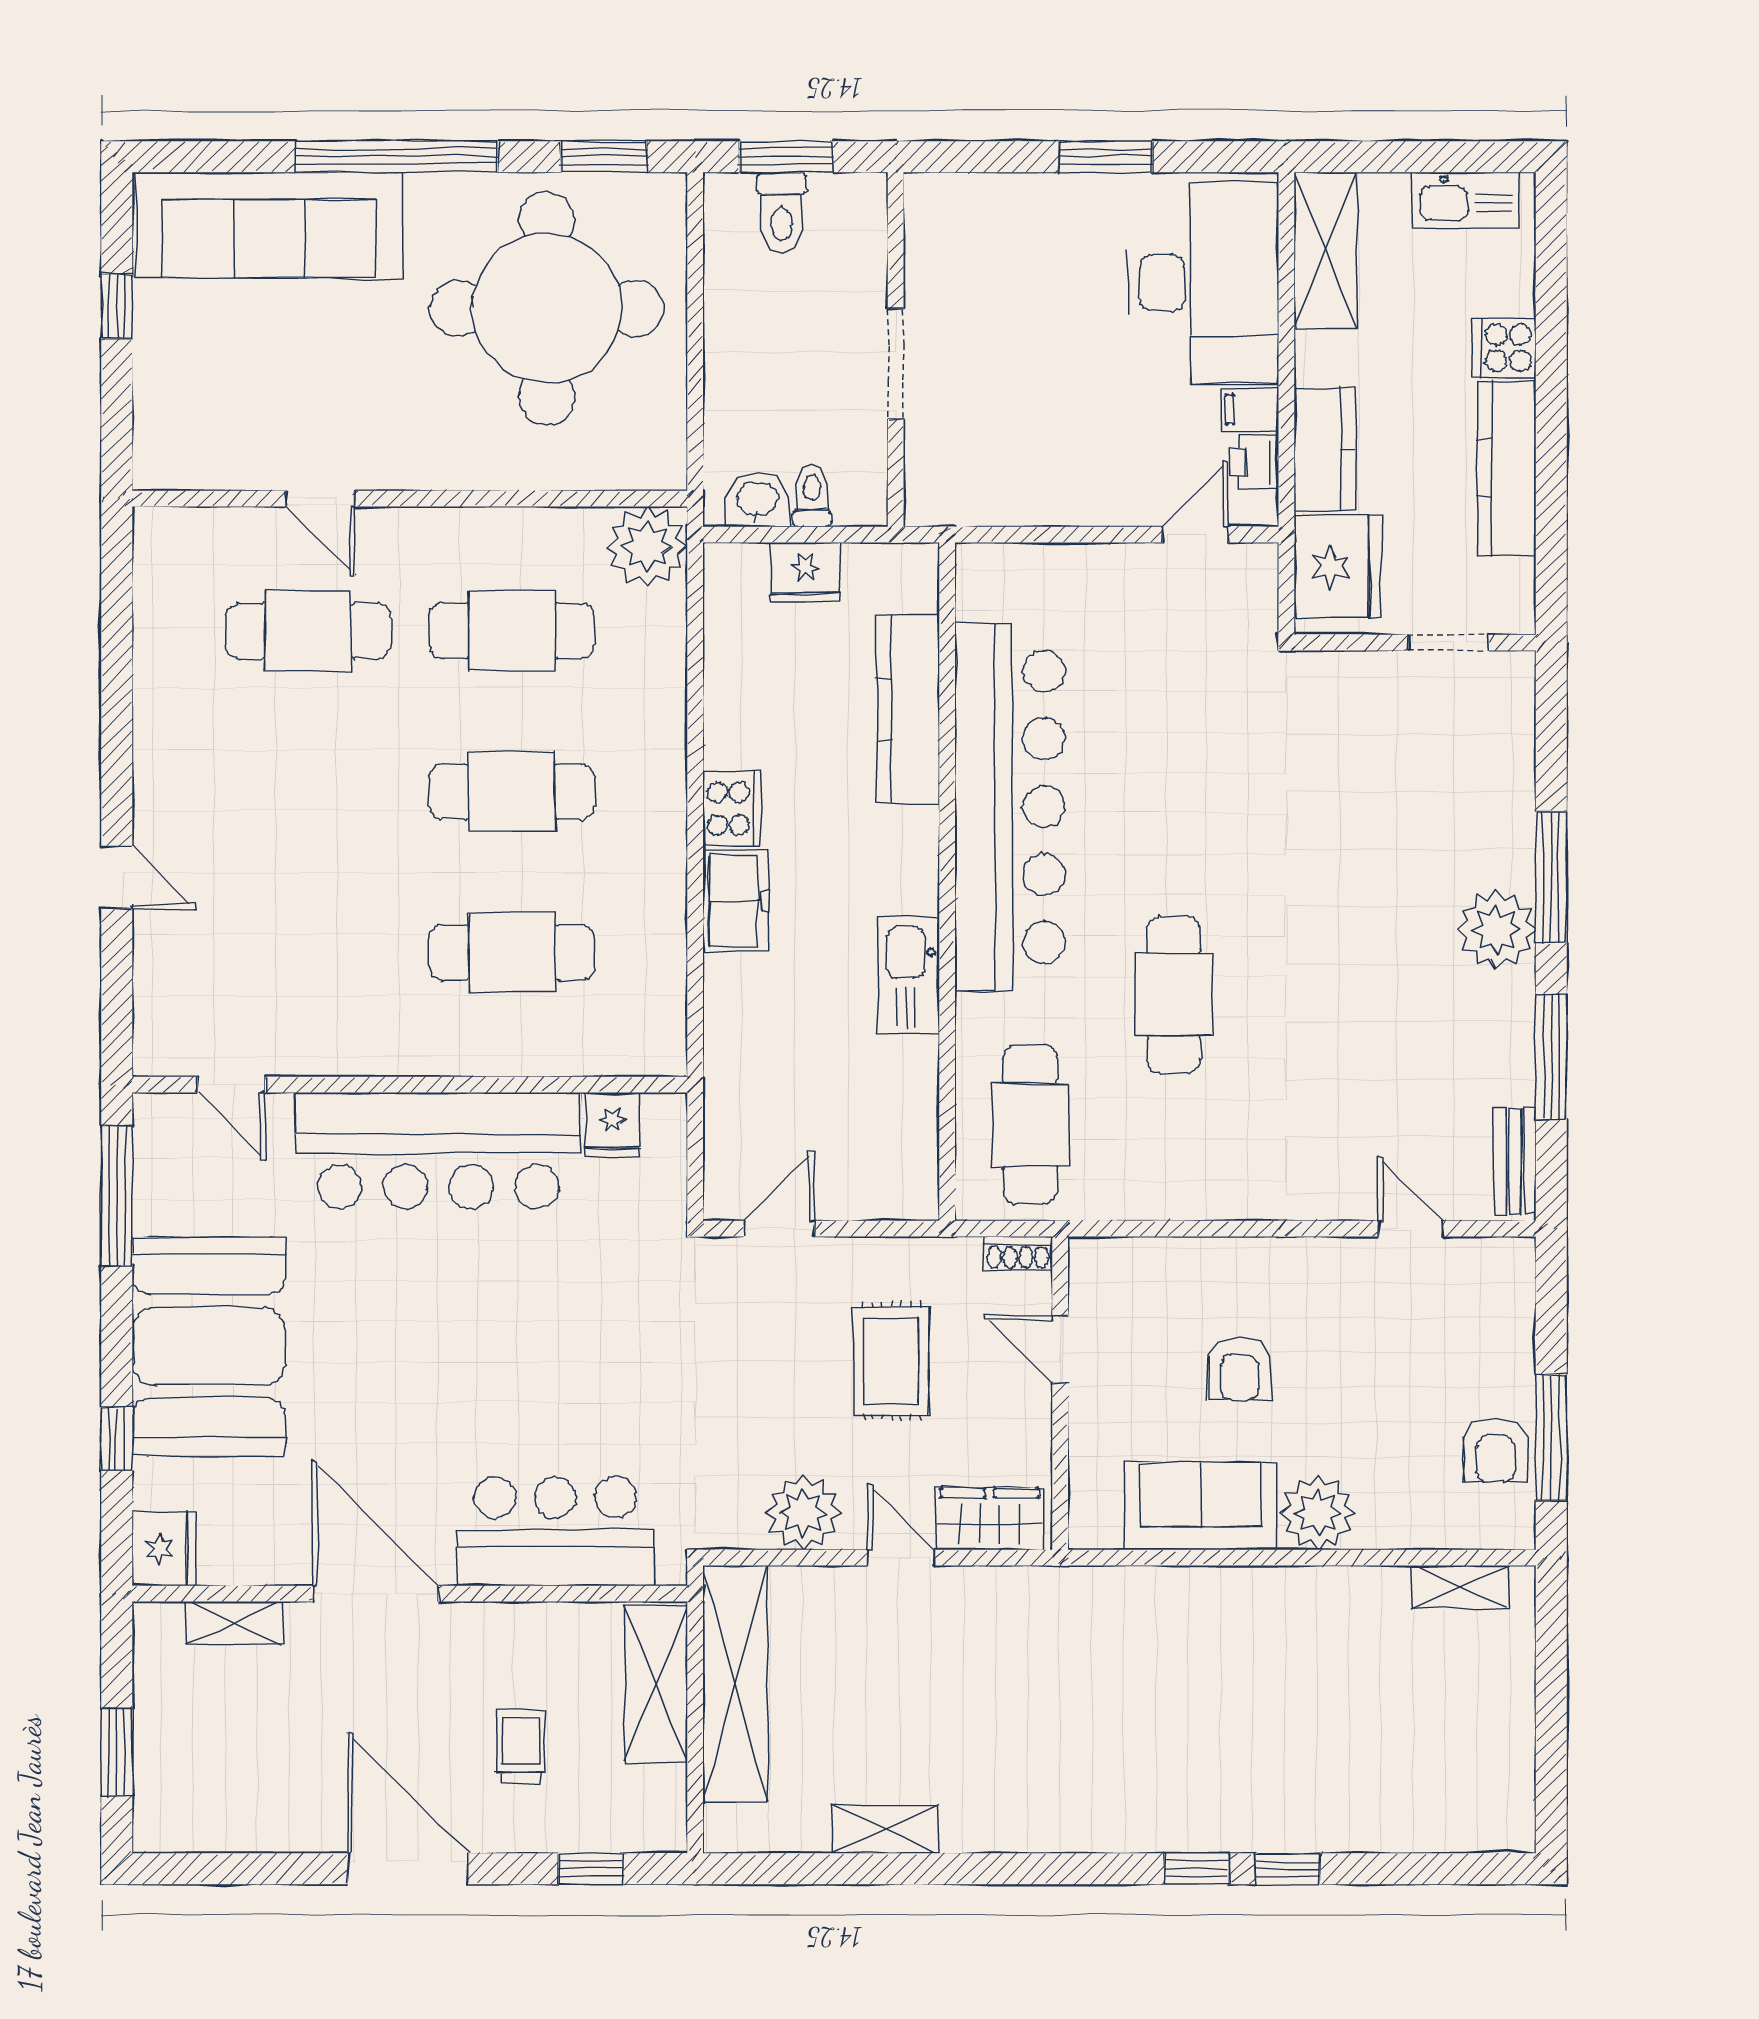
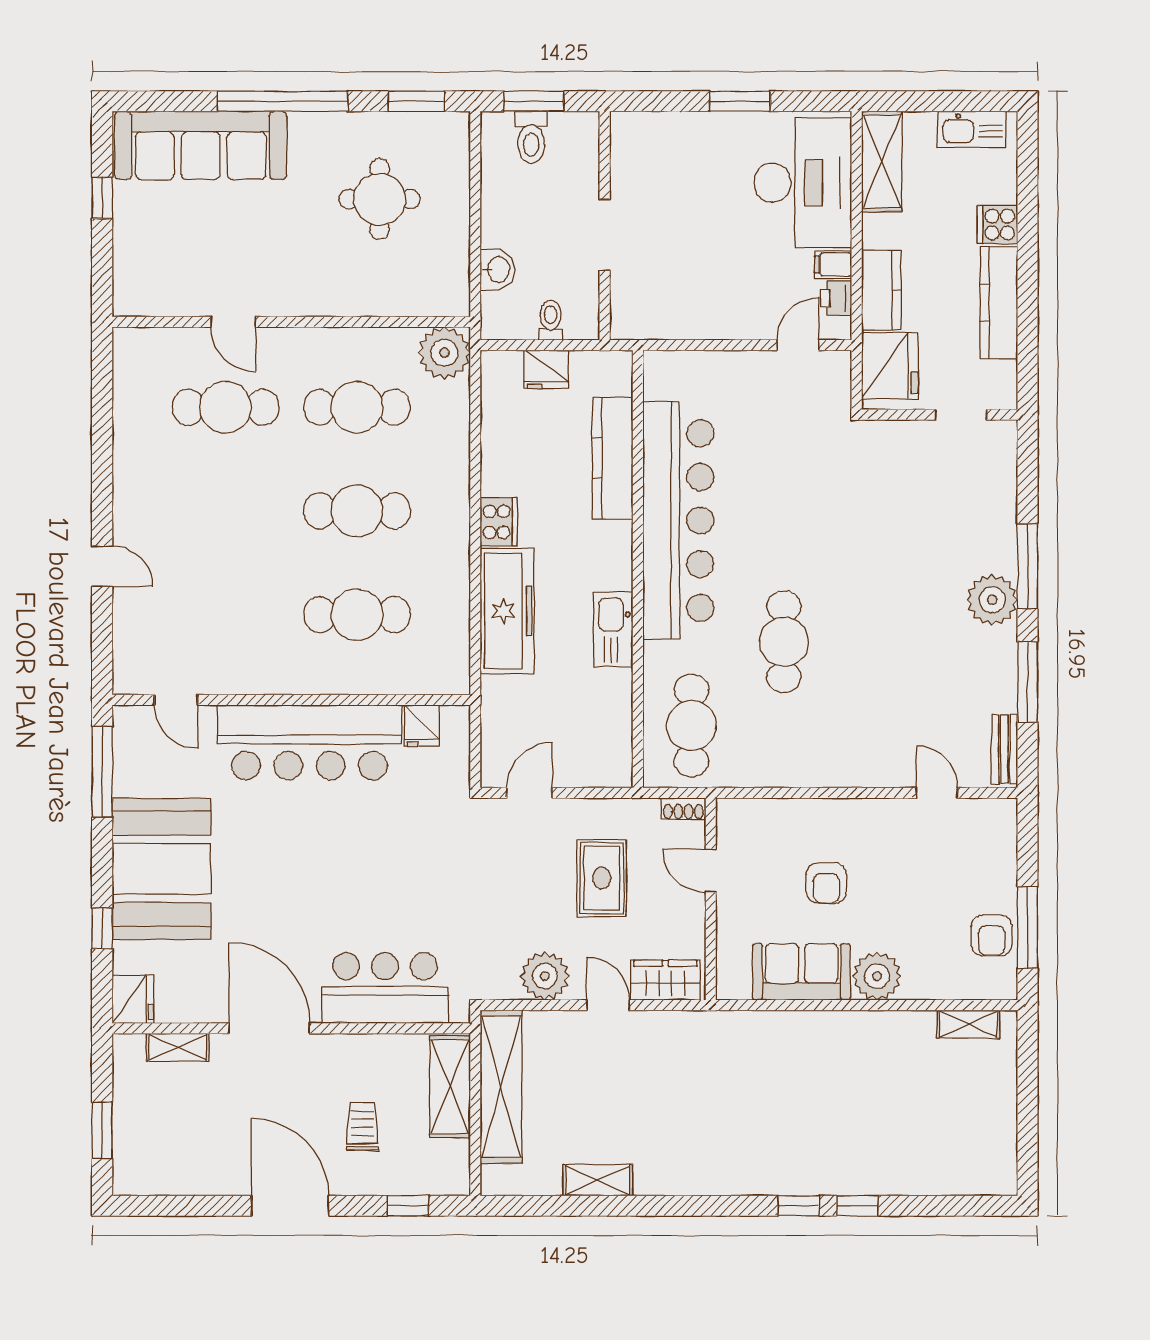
round table: (547, 308) -> (380, 199), width x0.54, depth x0.54
washbasin: (757, 500) -> (498, 269), moved, turned 90
freezer: (736, 901) -> (507, 611), width x1.91, depth x1.26

